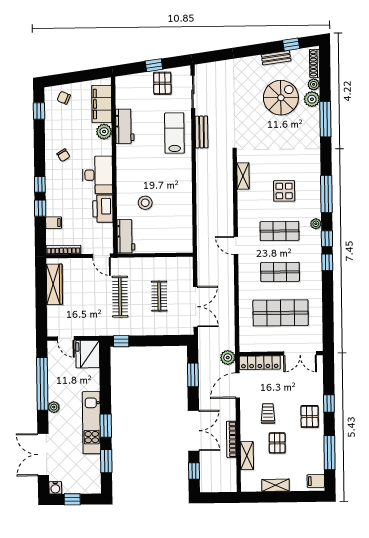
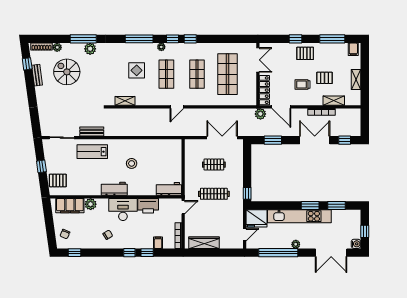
pallet: (162, 83) -> (58, 180), moved
plant: (312, 99) -> (90, 49), moved
workbench: (125, 126) -> (114, 189), moved
stool: (145, 203) -> (132, 163), moved
kitchen unit: (92, 423) -> (299, 216), width x1.36

